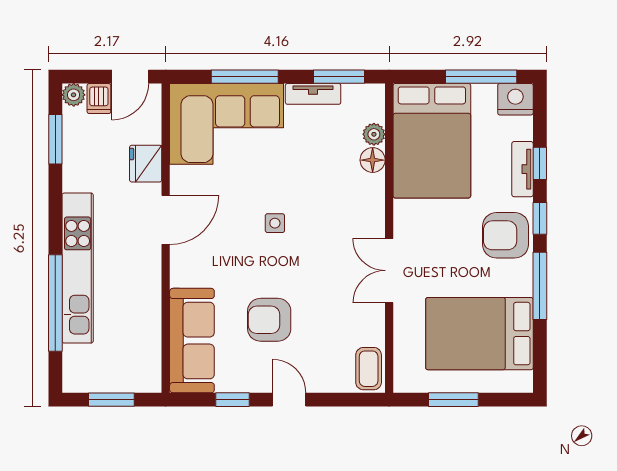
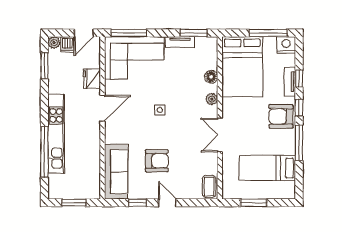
window: (245, 77) -> (129, 33), moved
plant: (374, 134) -> (212, 99), moved
armchair: (269, 320) -> (157, 161), turned 180
bed: (479, 334) -> (267, 168), width x0.67

